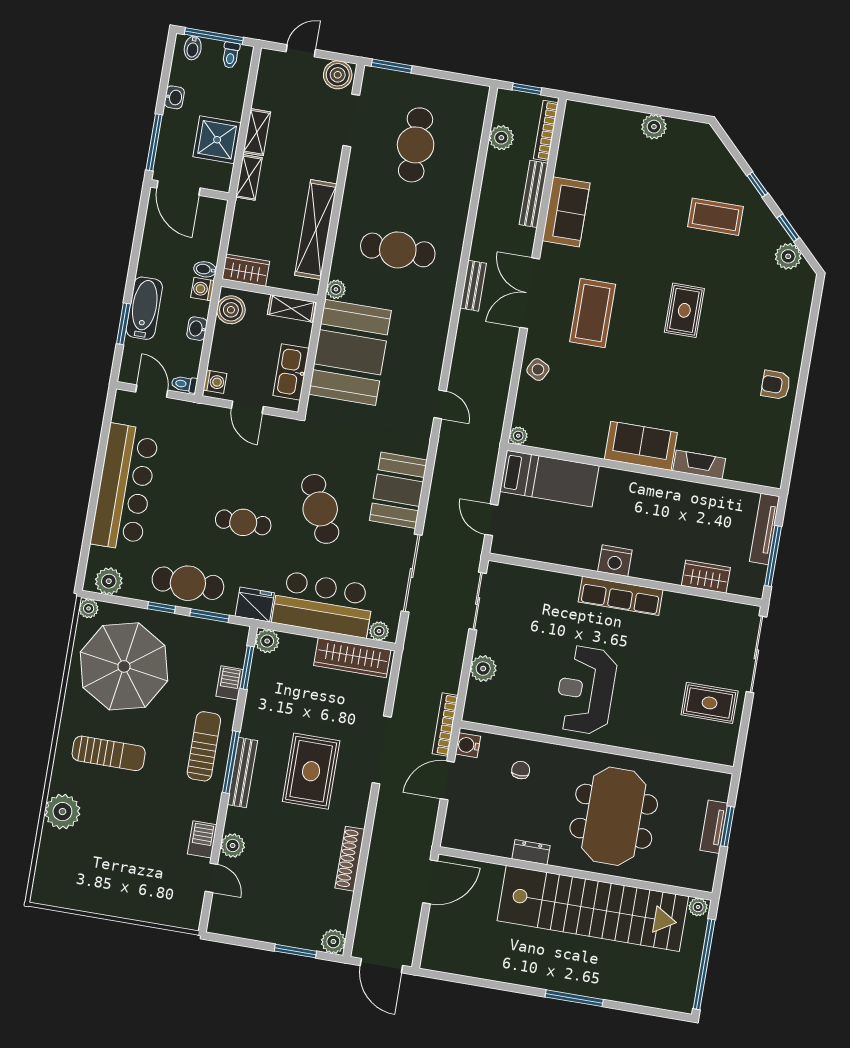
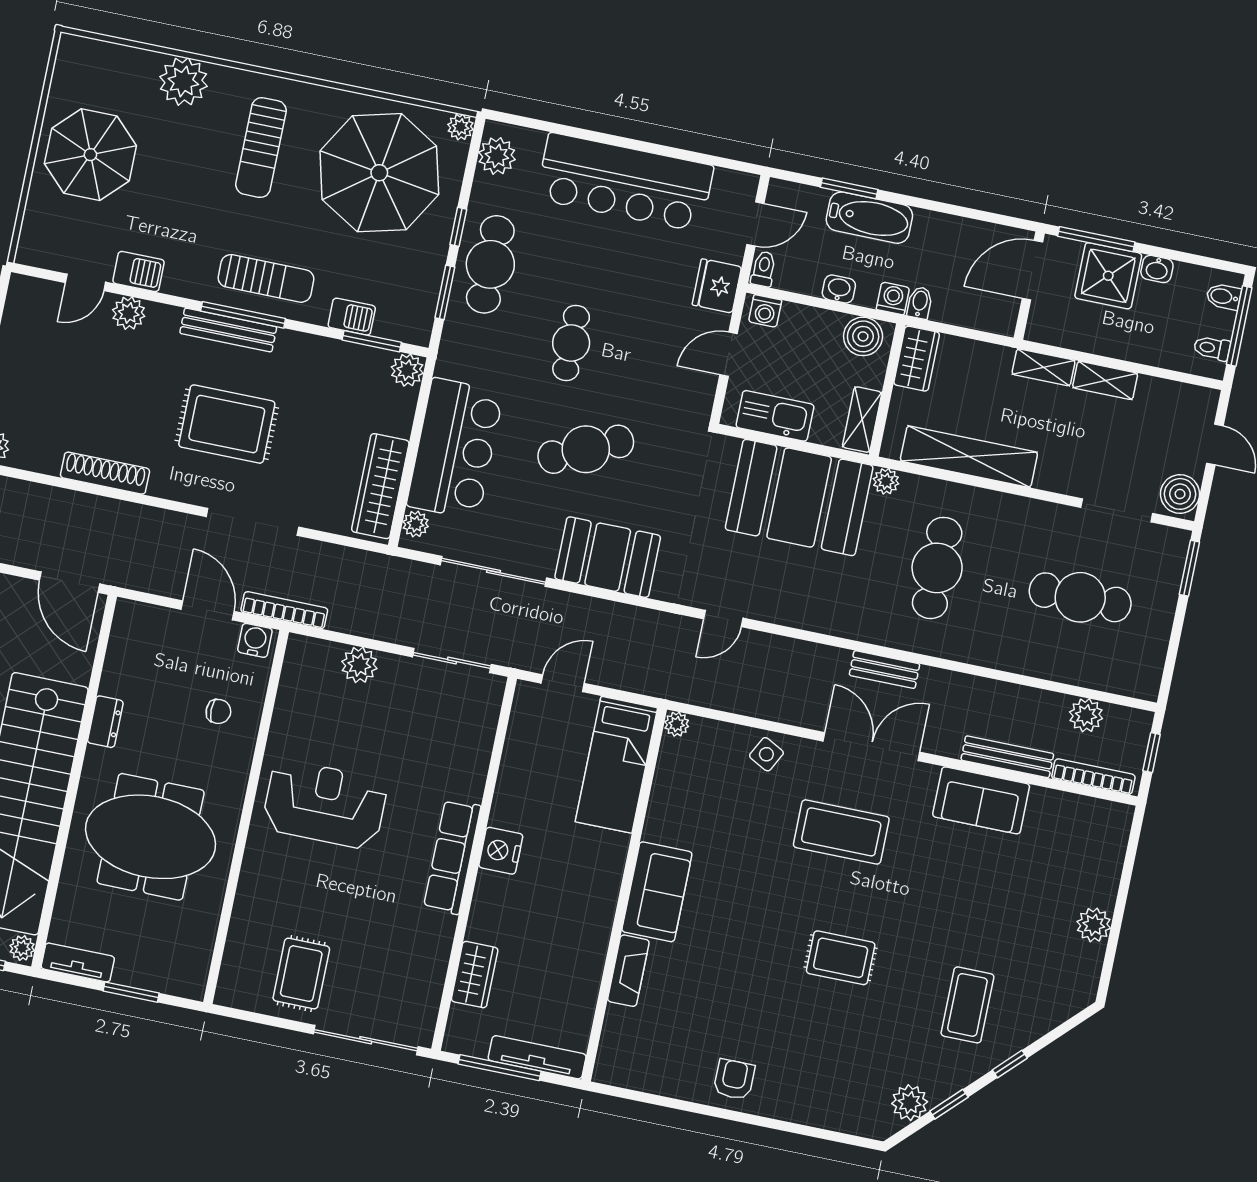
shower: (217, 140) -> (1108, 276), moved
fridge: (255, 605) -> (717, 286), moved, turned 180
tv unit: (714, 827) -> (78, 962), moved
parasol: (118, 877) -> (90, 155), added

